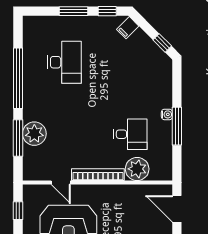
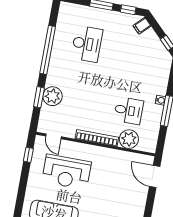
window: (18, 138) -> (39, 97), width x0.69
door: (61, 182) -> (53, 136), moved

